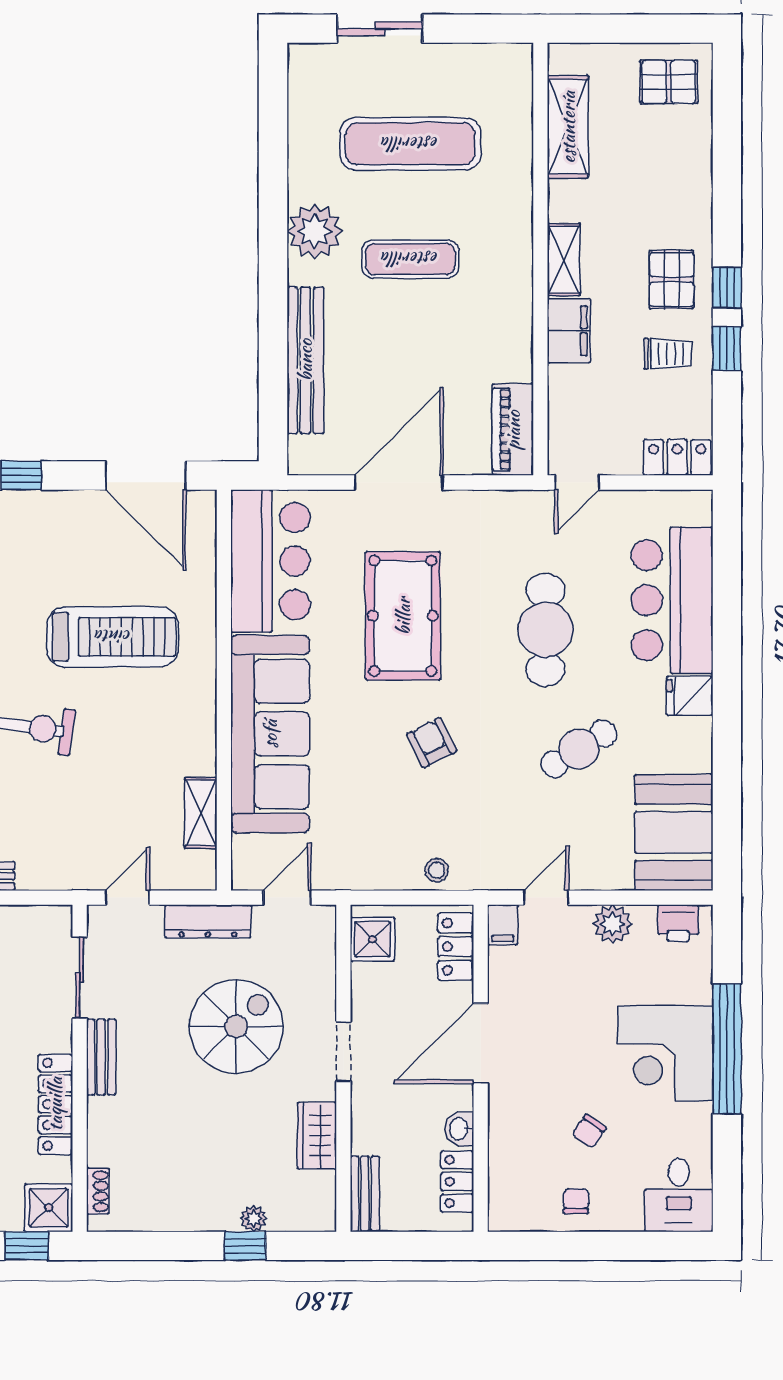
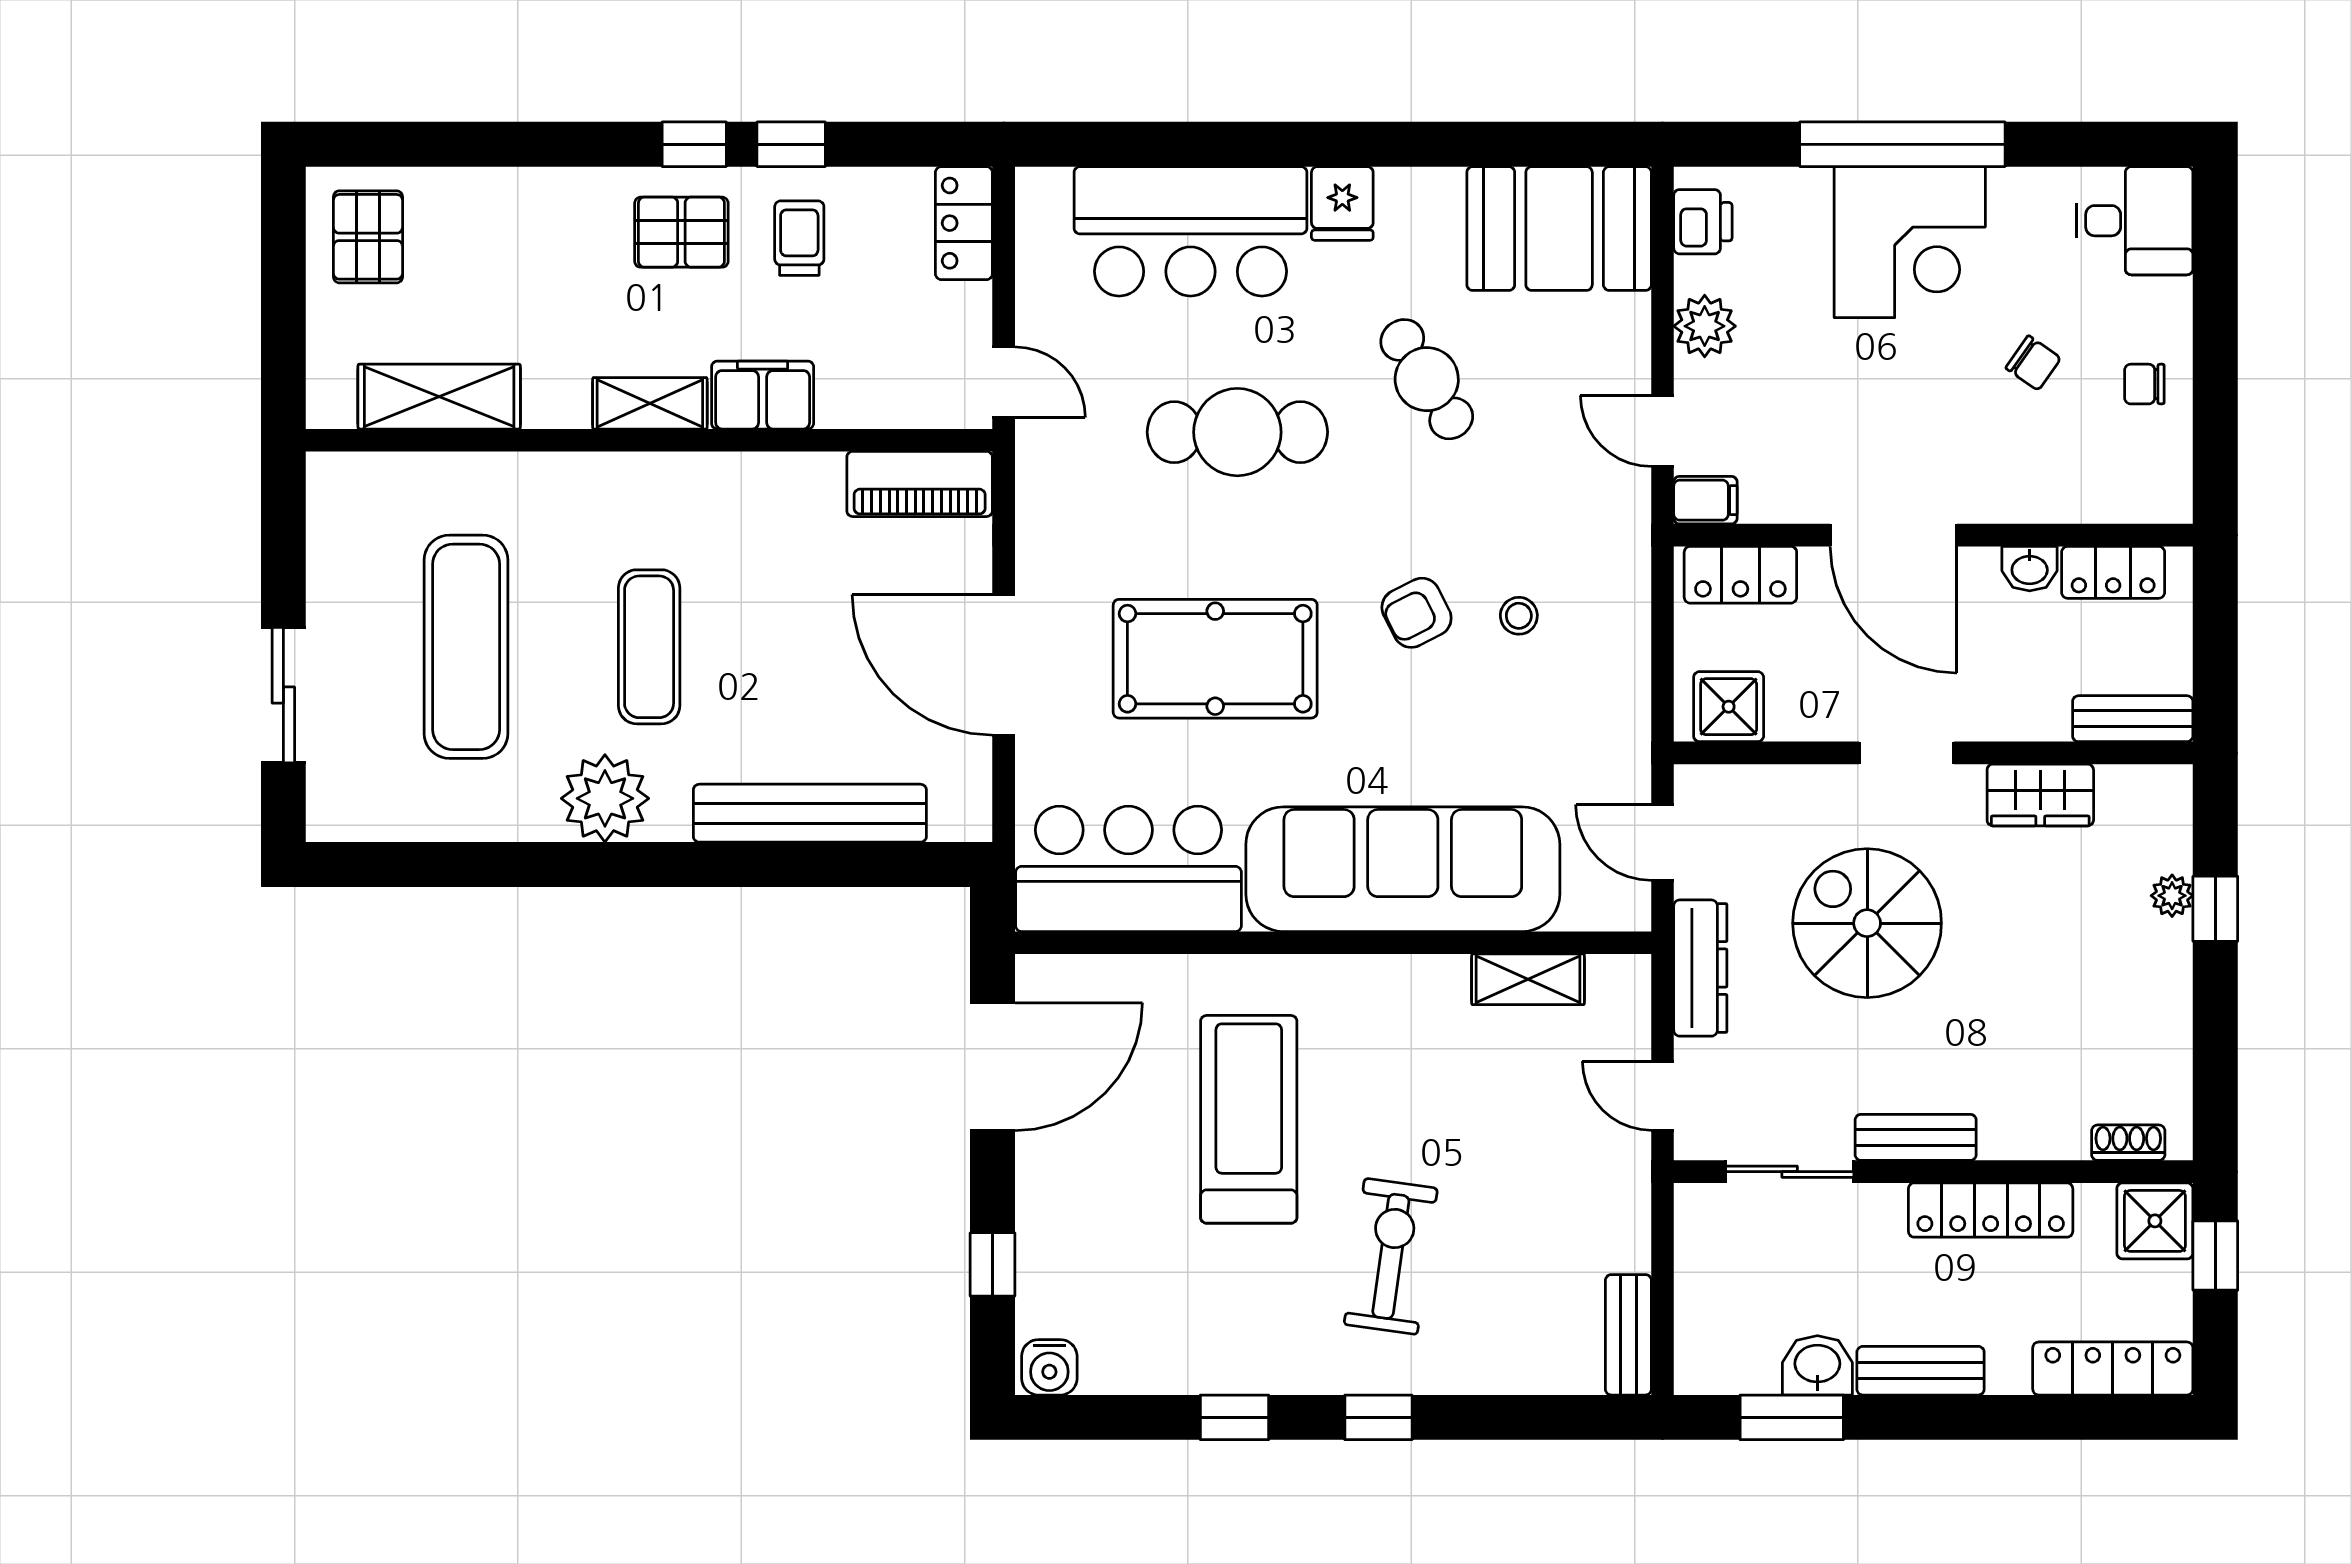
stool: (437, 870) -> (1519, 616), moved

